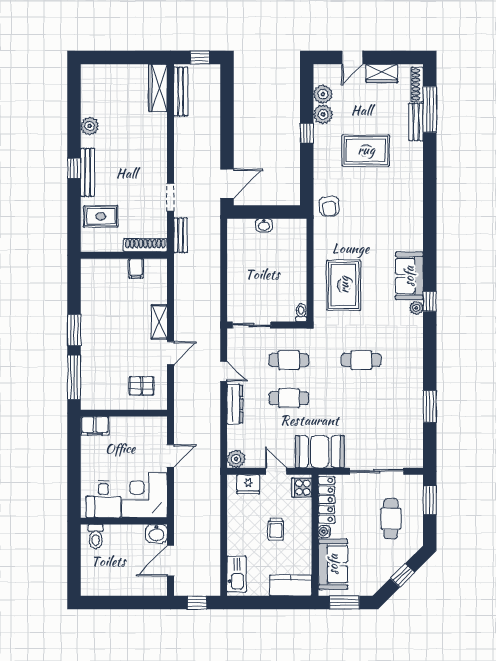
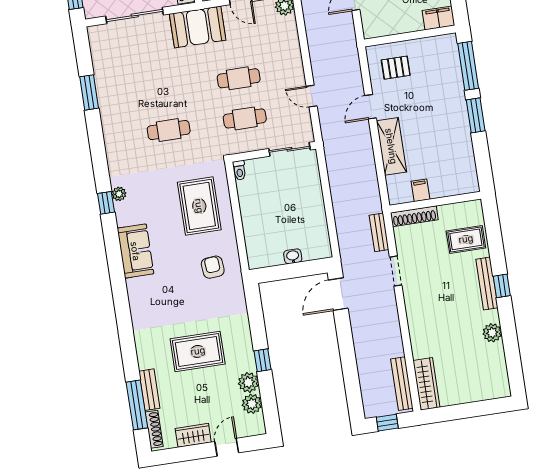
armchair: (329, 206) -> (213, 267), moved
sofa: (409, 276) -> (135, 251), moved
shelving: (159, 322) -> (391, 146), width x1.50, depth x1.33
dresser: (235, 404) -> (295, 63), removed

